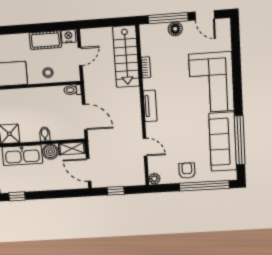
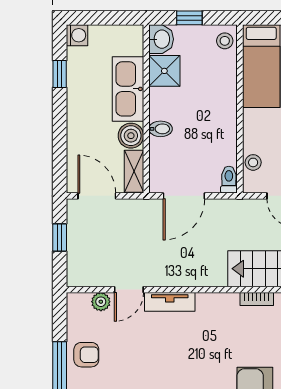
stool: (48, 73) -> (253, 162), moved
tv unit: (150, 106) -> (170, 302), moved
door: (89, 170) -> (97, 196), hinge flipped
plant: (154, 179) -> (101, 302), moved

